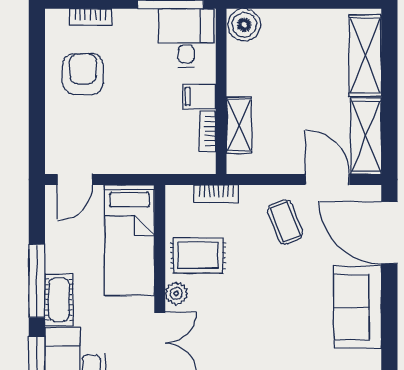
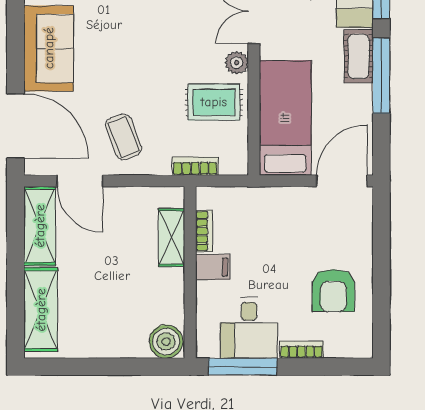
bookcase: (90, 17) -> (302, 350), moved
desk: (186, 38) -> (249, 328), moved
door: (75, 180) -> (342, 181), width x1.38

